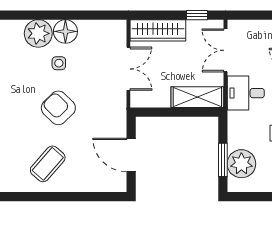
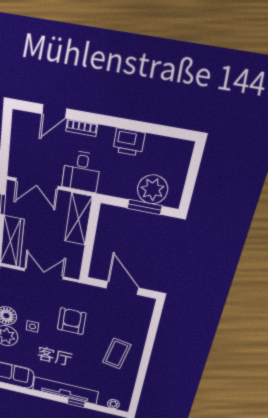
armchair: (58, 108) -> (72, 321), moved, turned 135
door: (131, 155) -> (122, 288), swing flipped
coffee table: (48, 164) -> (117, 354), turned 60

